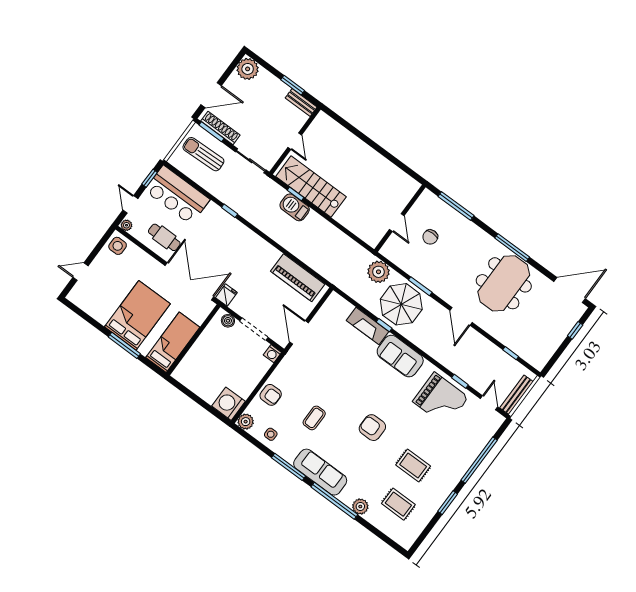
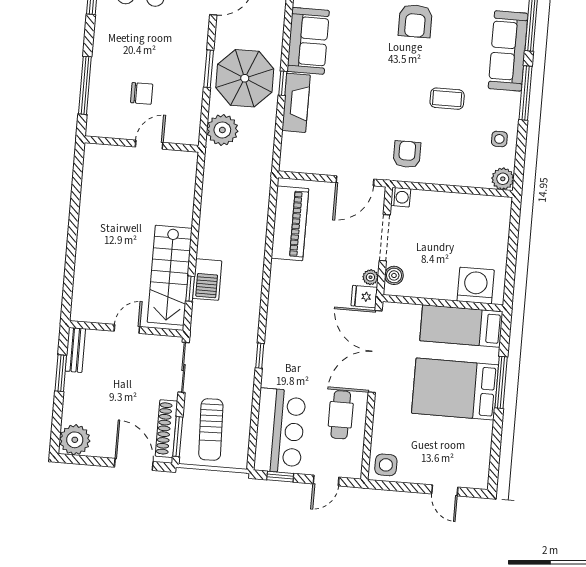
plant: (126, 225) -> (370, 277), moved
armchair: (271, 395) -> (407, 154), moved
washing machine: (228, 404) -> (476, 286), moved, turned 180

